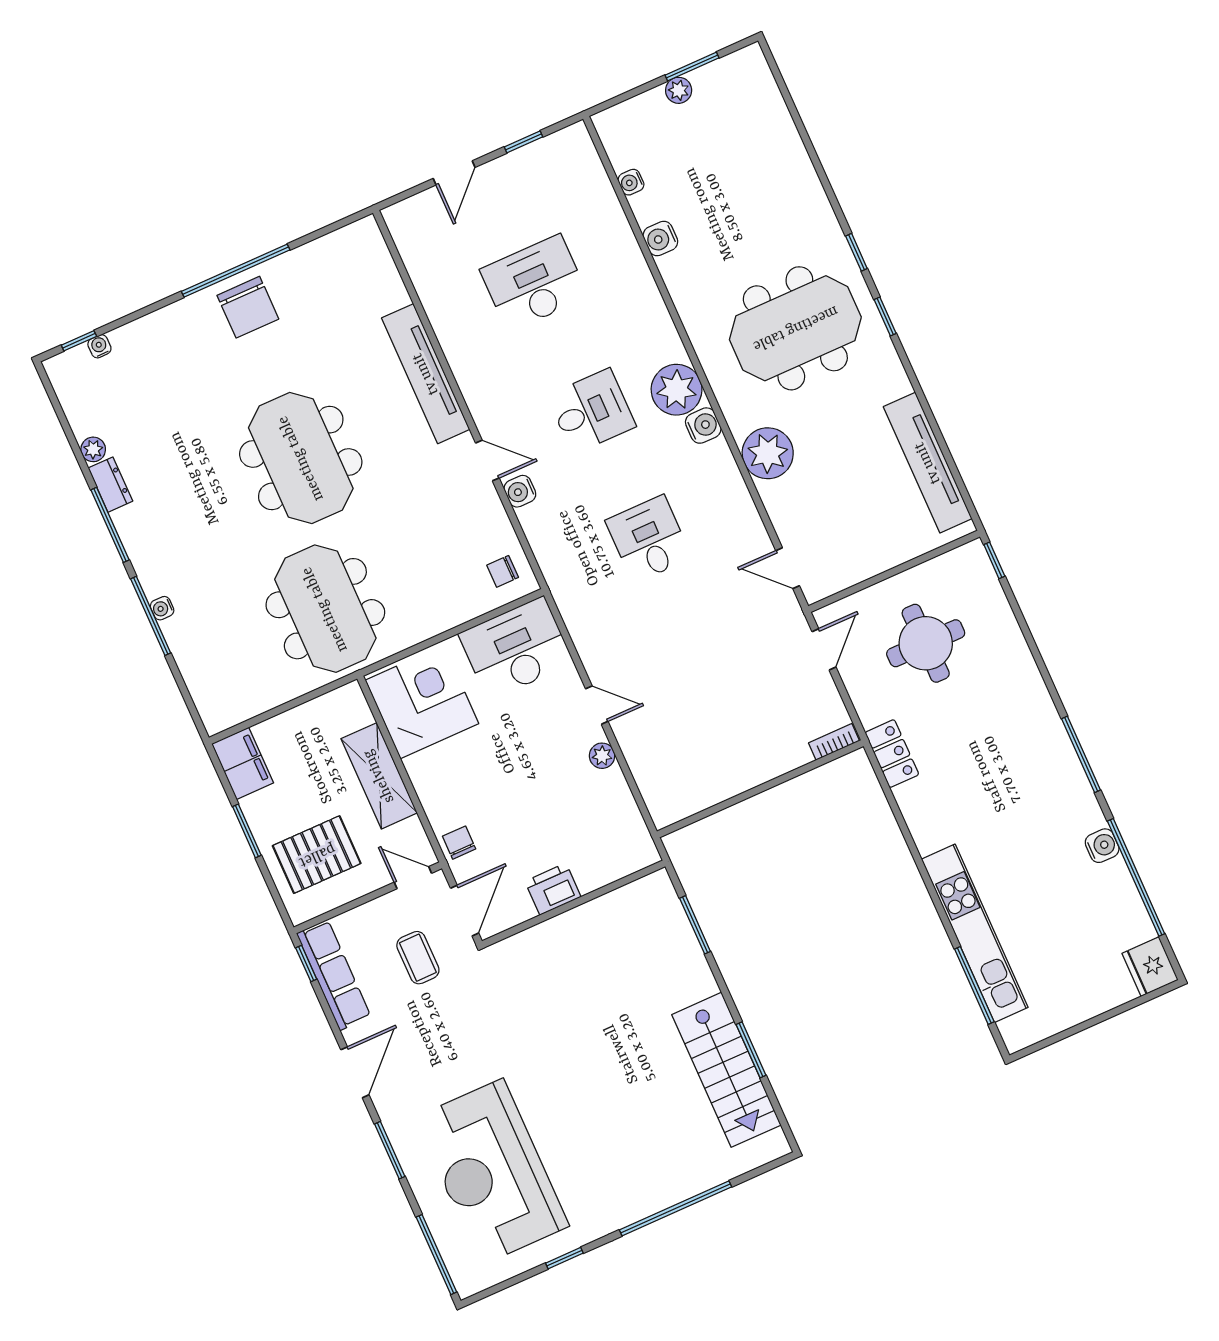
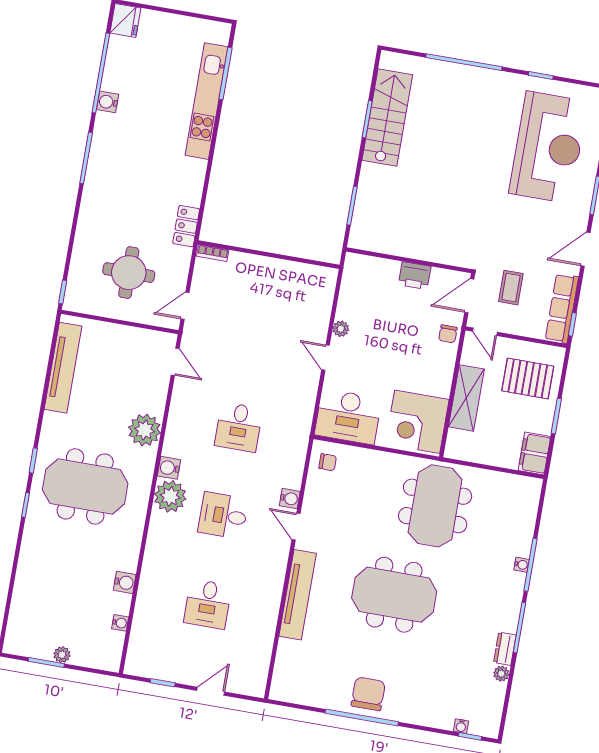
desk: (534, 283) -> (208, 604), width x0.73
meeting table: (301, 458) -> (394, 595), turned 90

